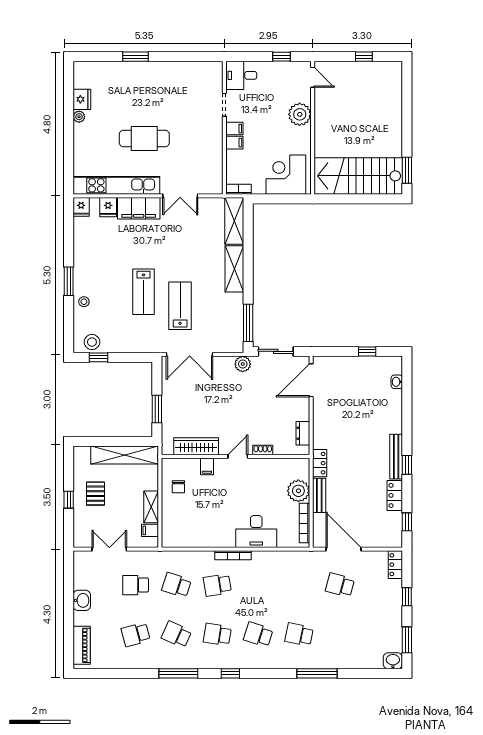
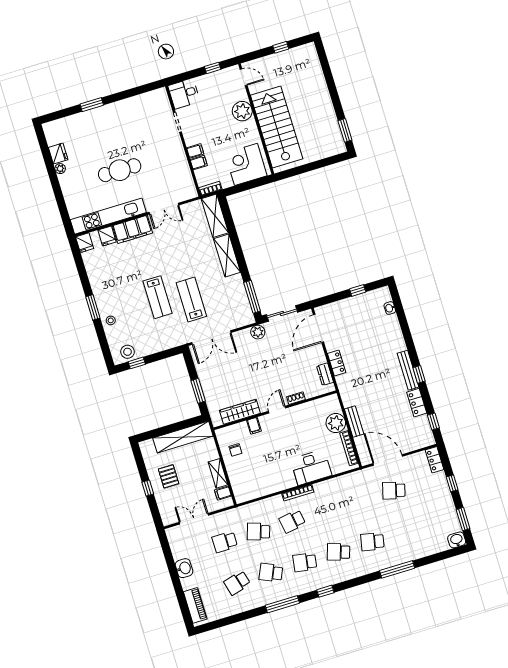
filing cabinet: (234, 129) -> (199, 163), moved
stairs: (358, 176) -> (277, 127), moved, turned 90
locker: (320, 463) -> (337, 363), moved

